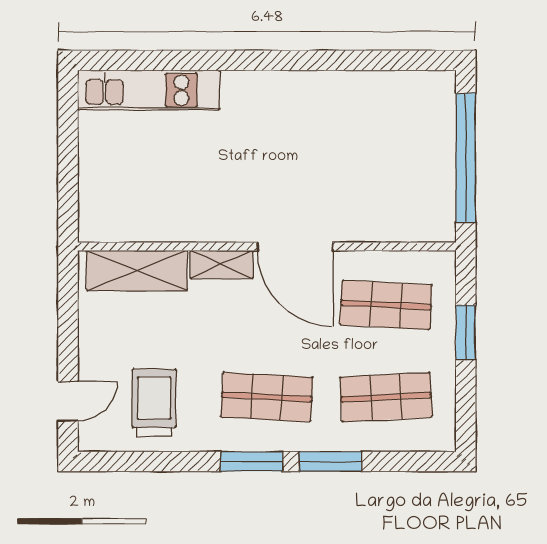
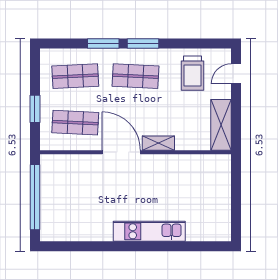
kitchen unit: (149, 90) -> (149, 231), moved
shelving: (137, 270) -> (221, 125), moved, turned 90

